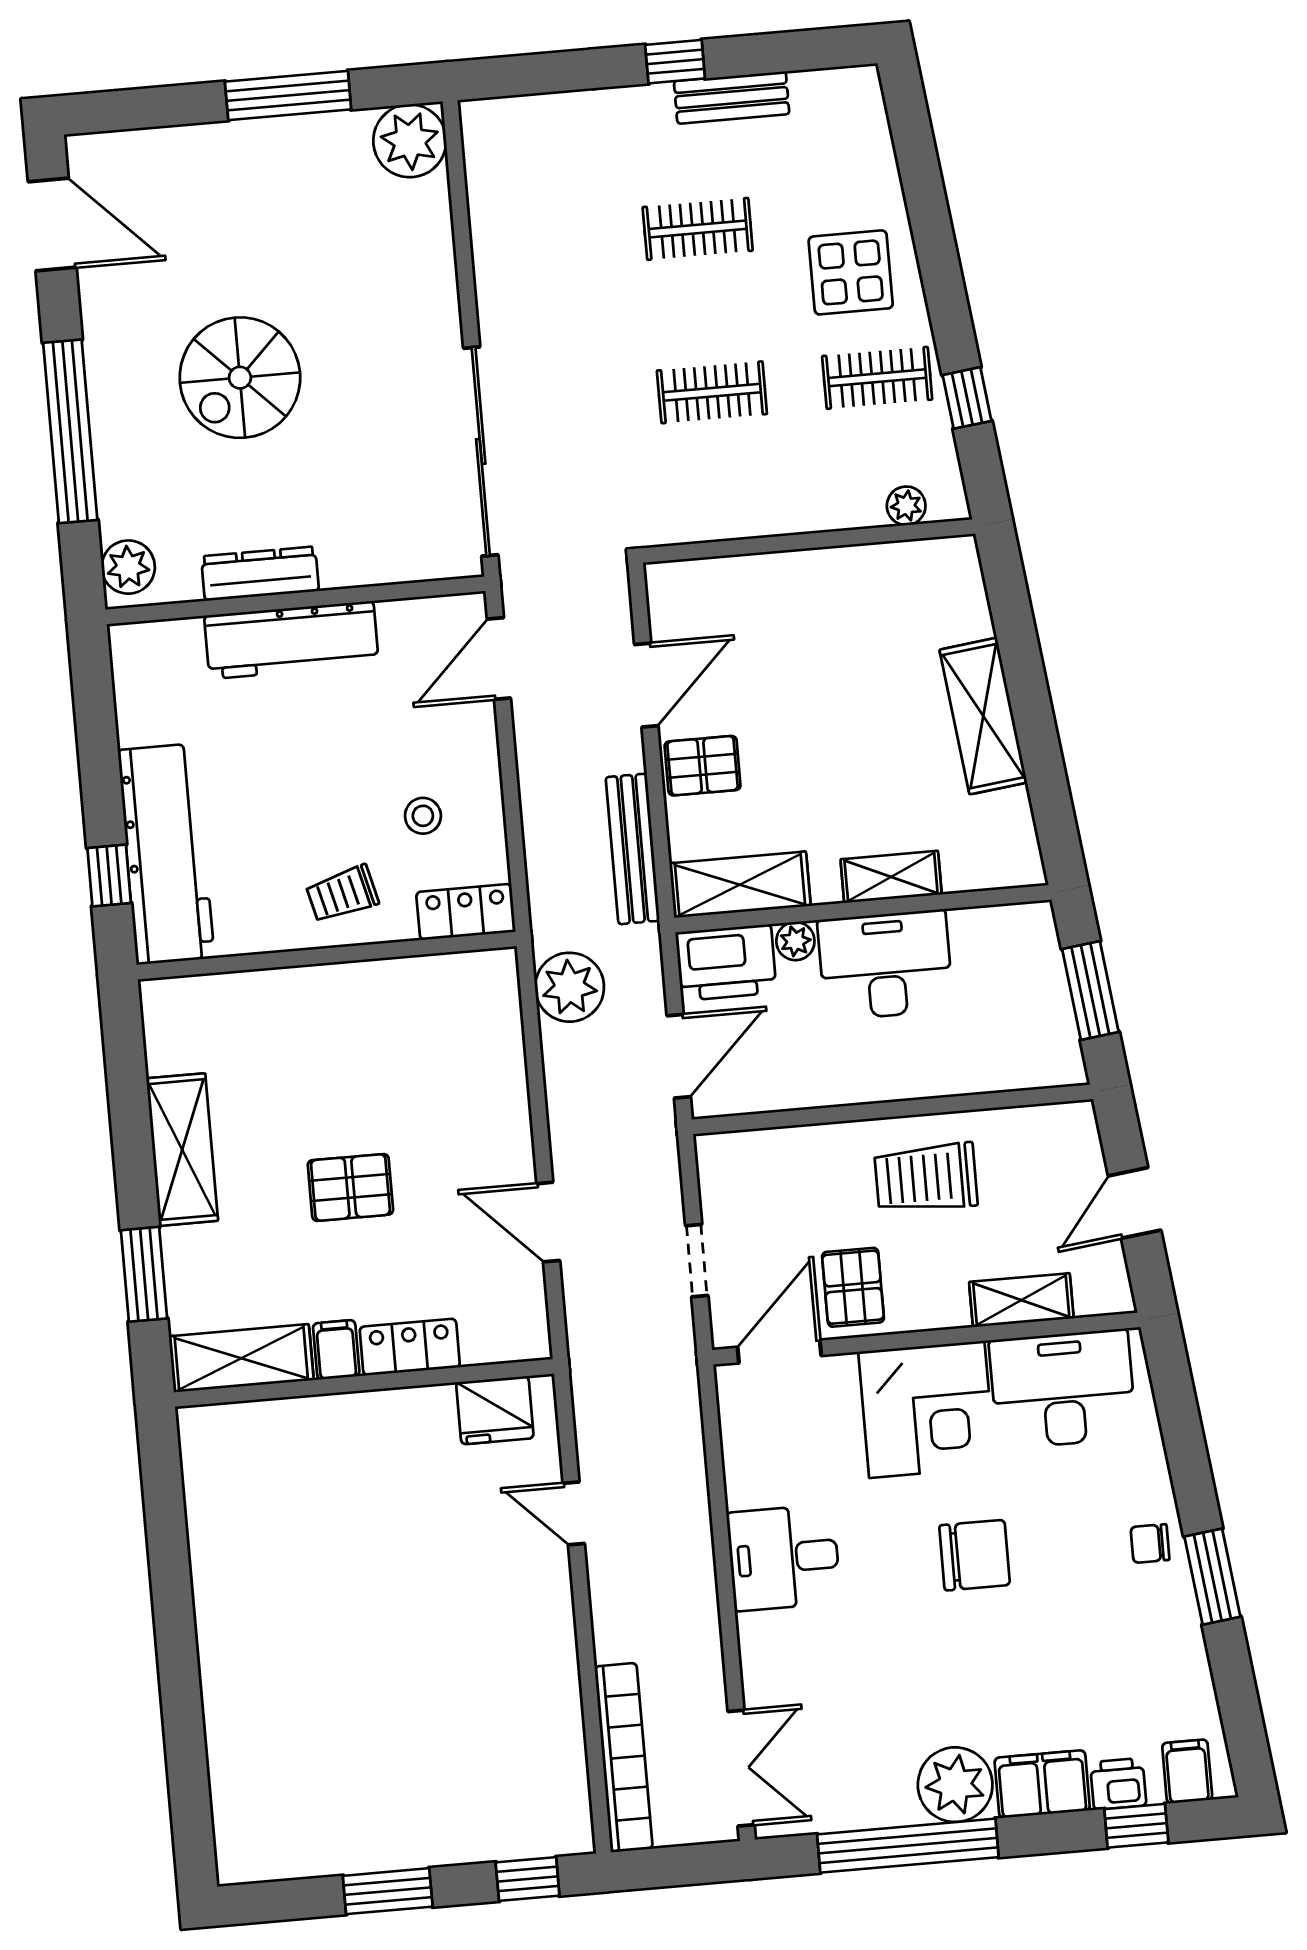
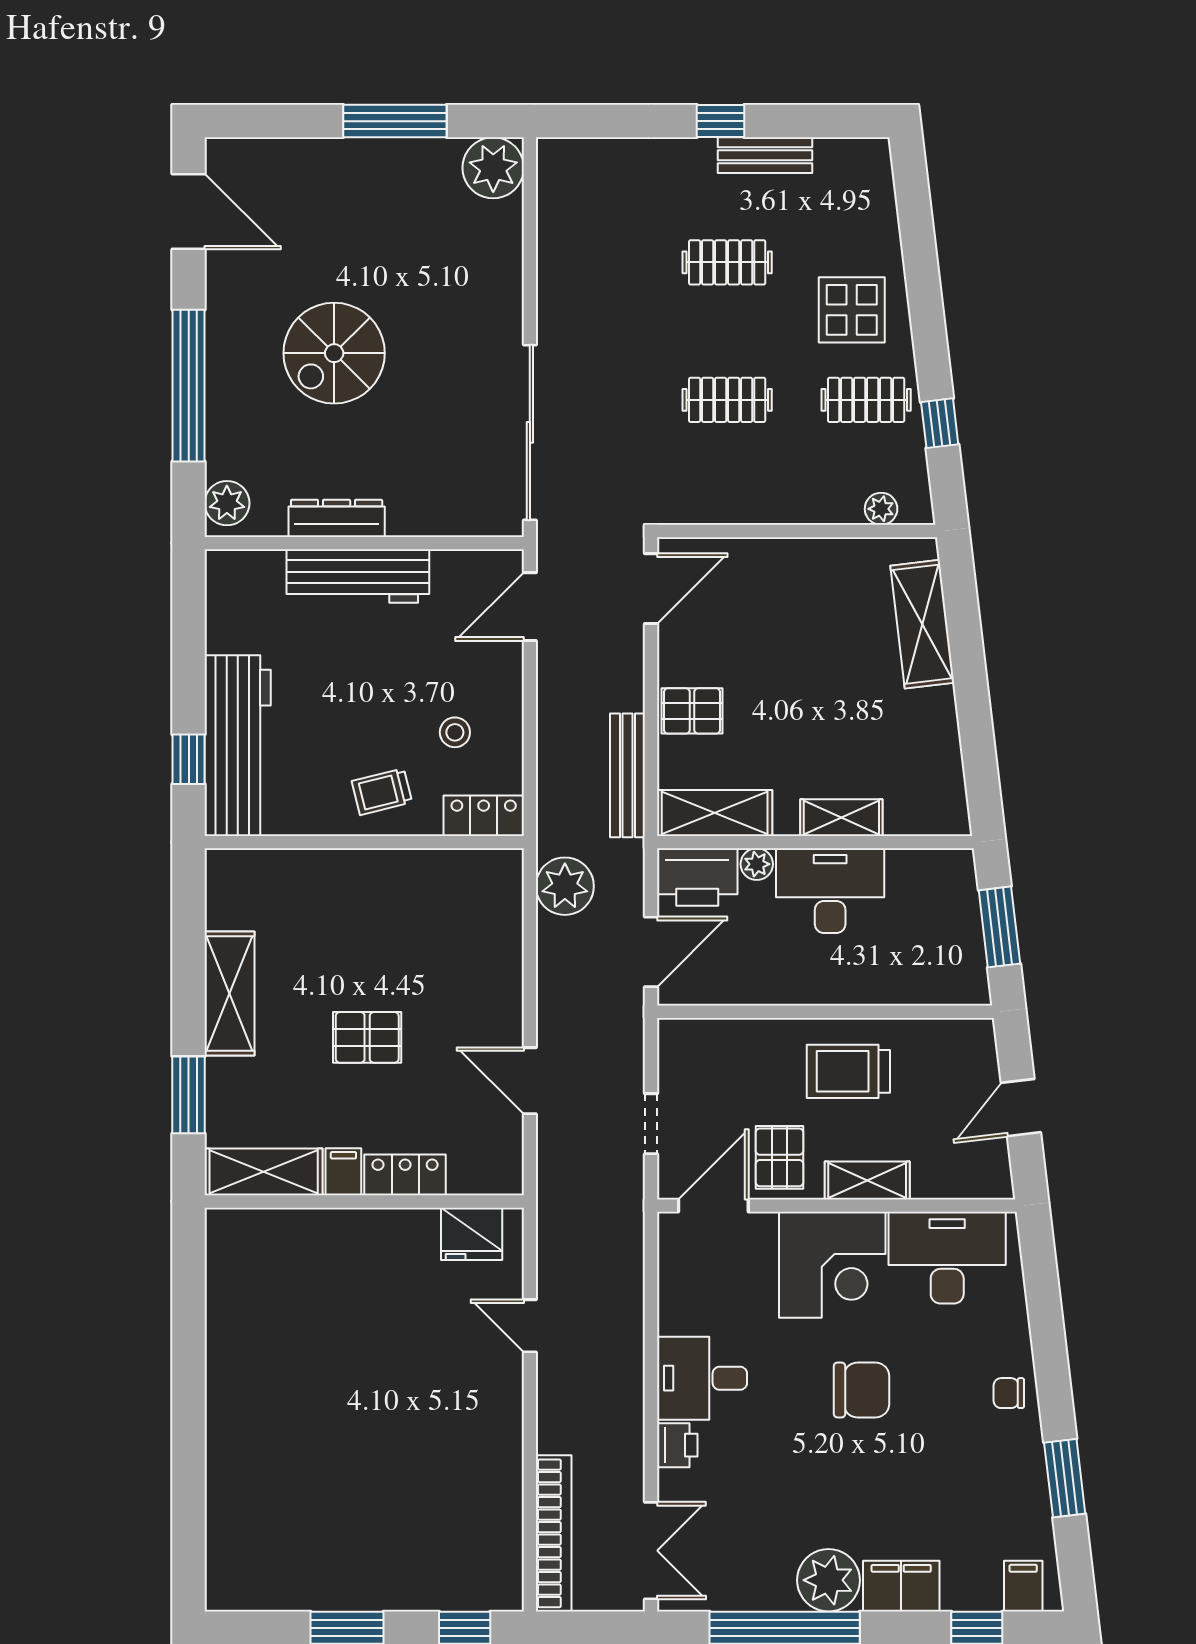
door: (646, 685) -> (651, 589), moved
shelving: (983, 716) -> (922, 624), moved
shelving: (1021, 1300) -> (867, 1180), moved
window: (1212, 1577) -> (1065, 1478), moved
printer: (1118, 1784) -> (677, 1445), moved, turned 90

